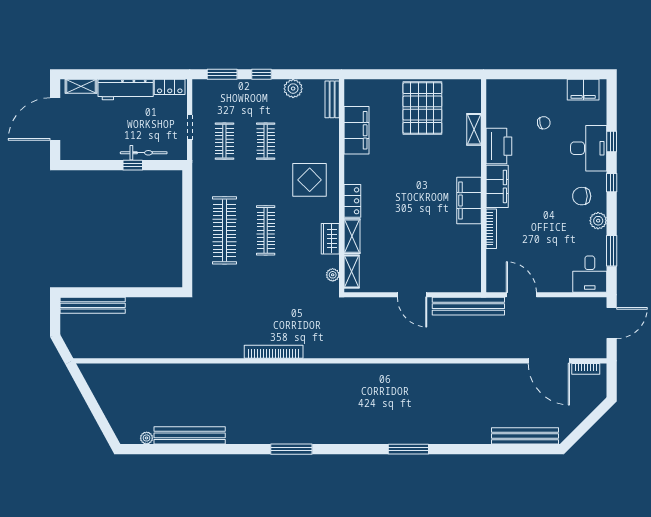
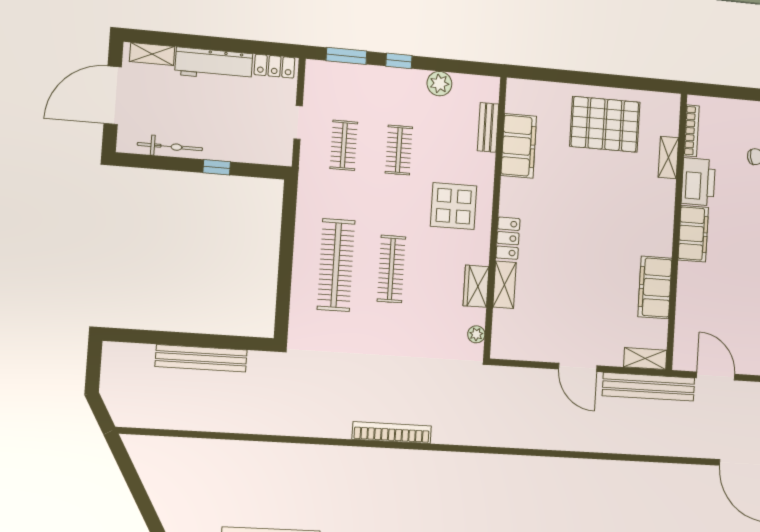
bench: (332, 99) -> (488, 127), moved
pallet: (422, 108) -> (605, 124), turned 90
bicycle: (144, 153) -> (170, 147), moved
filing cabinet: (469, 200) -> (655, 287), moved
bookcase: (491, 229) -> (692, 131), moved
shelving: (352, 271) -> (645, 359), moved, turned 90
bench: (93, 305) -> (201, 358), moved

